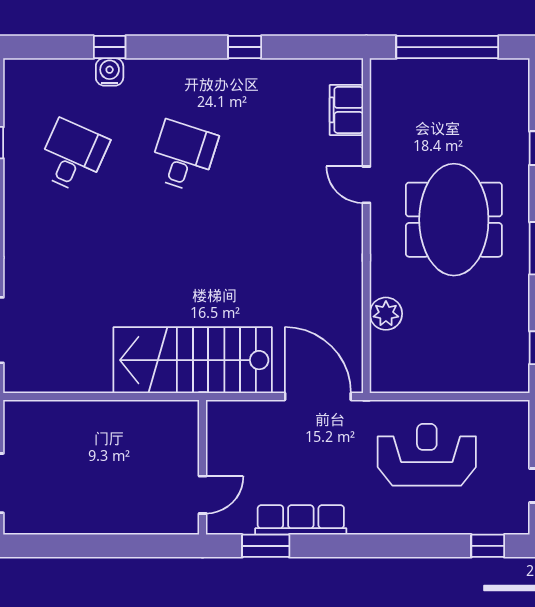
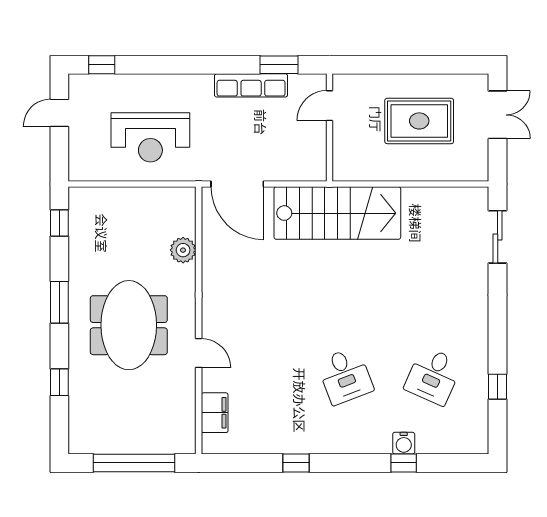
desk: (183, 156) -> (345, 376), turned -39
rug: (90, 475) -> (419, 121), added

